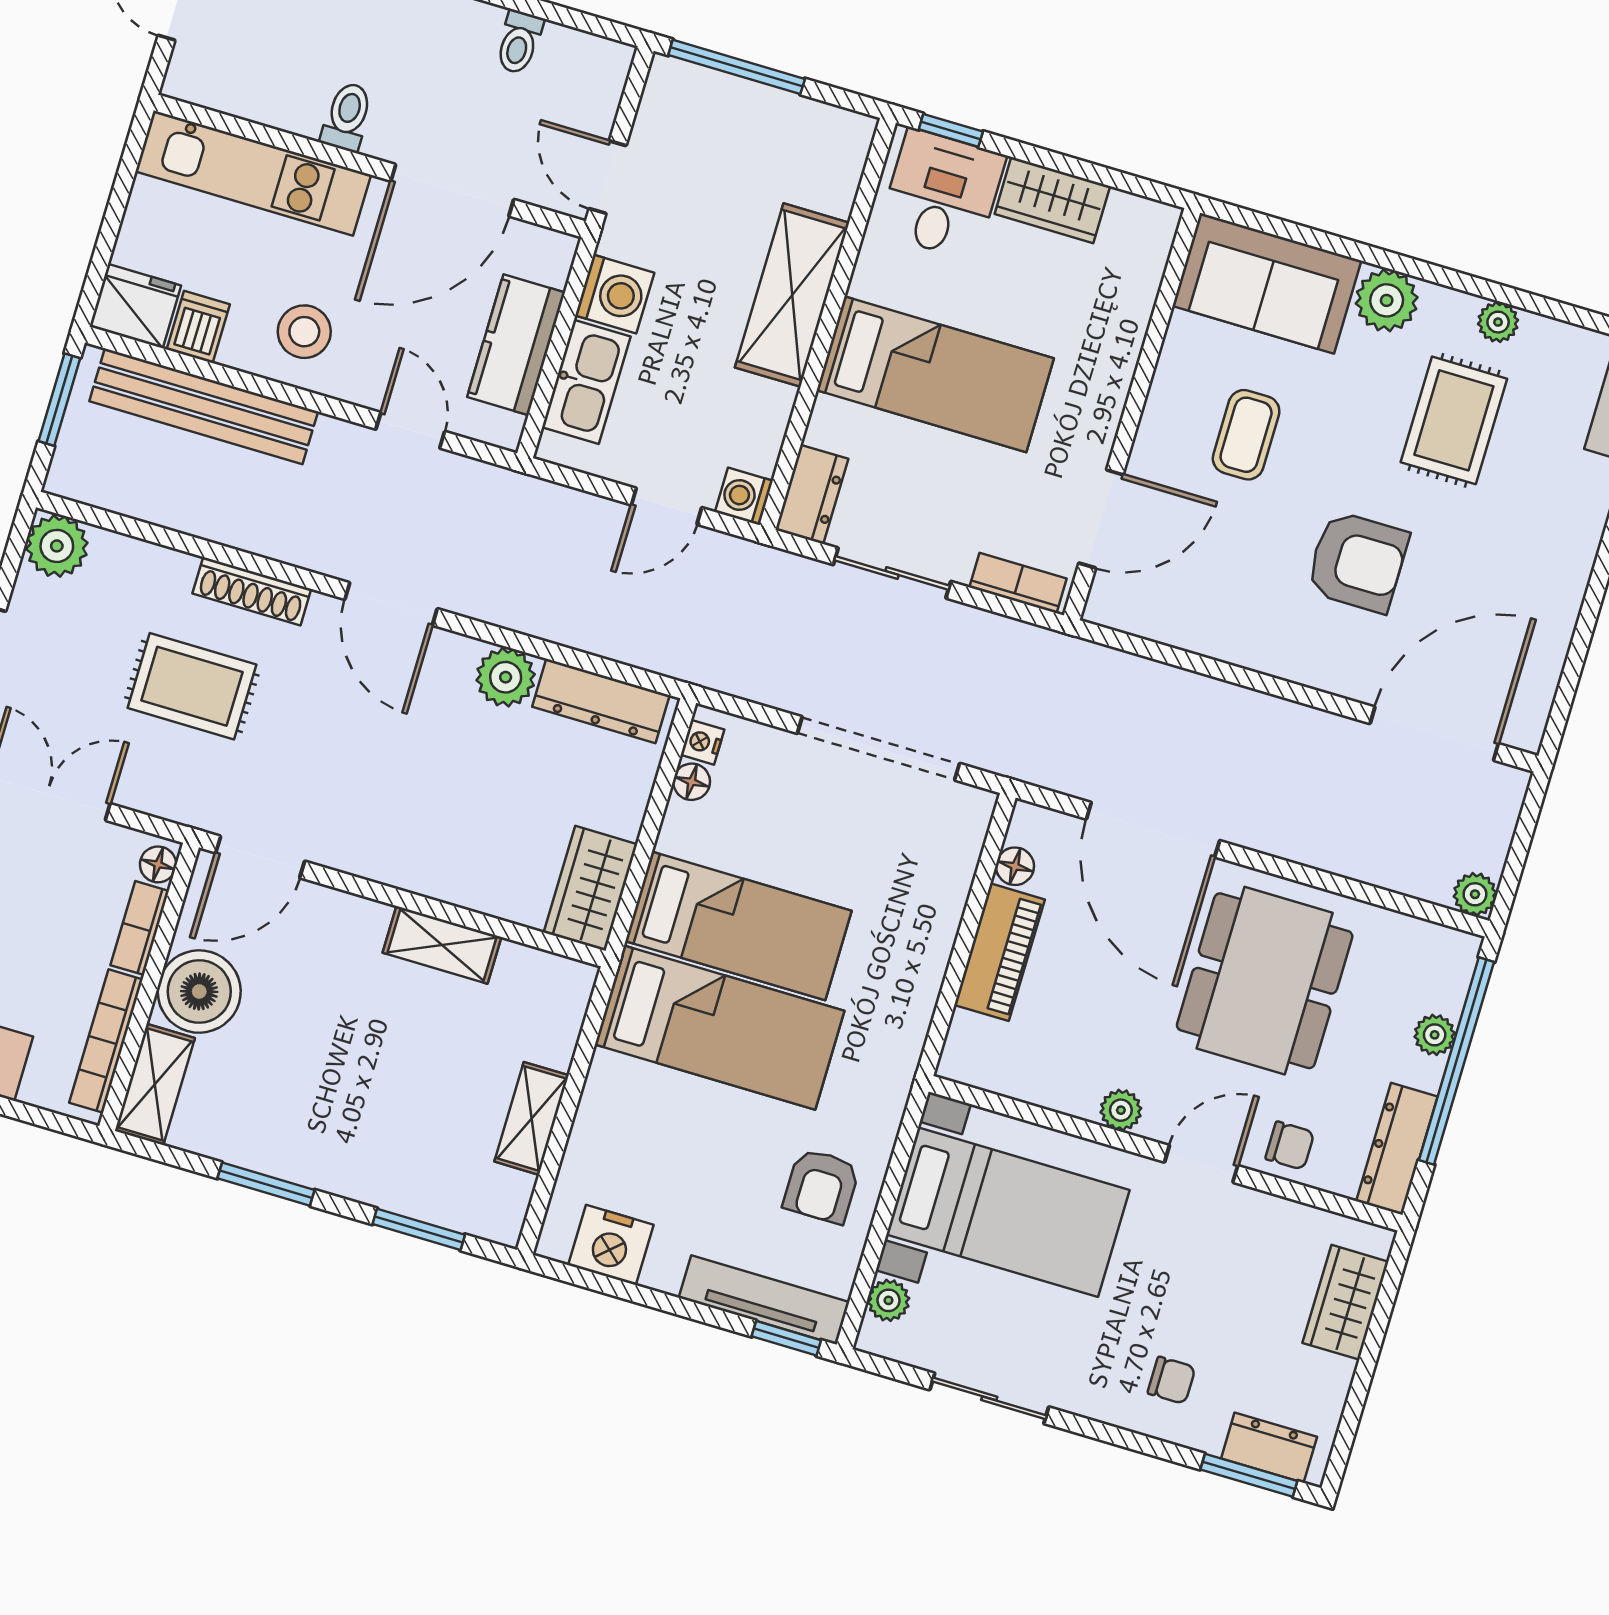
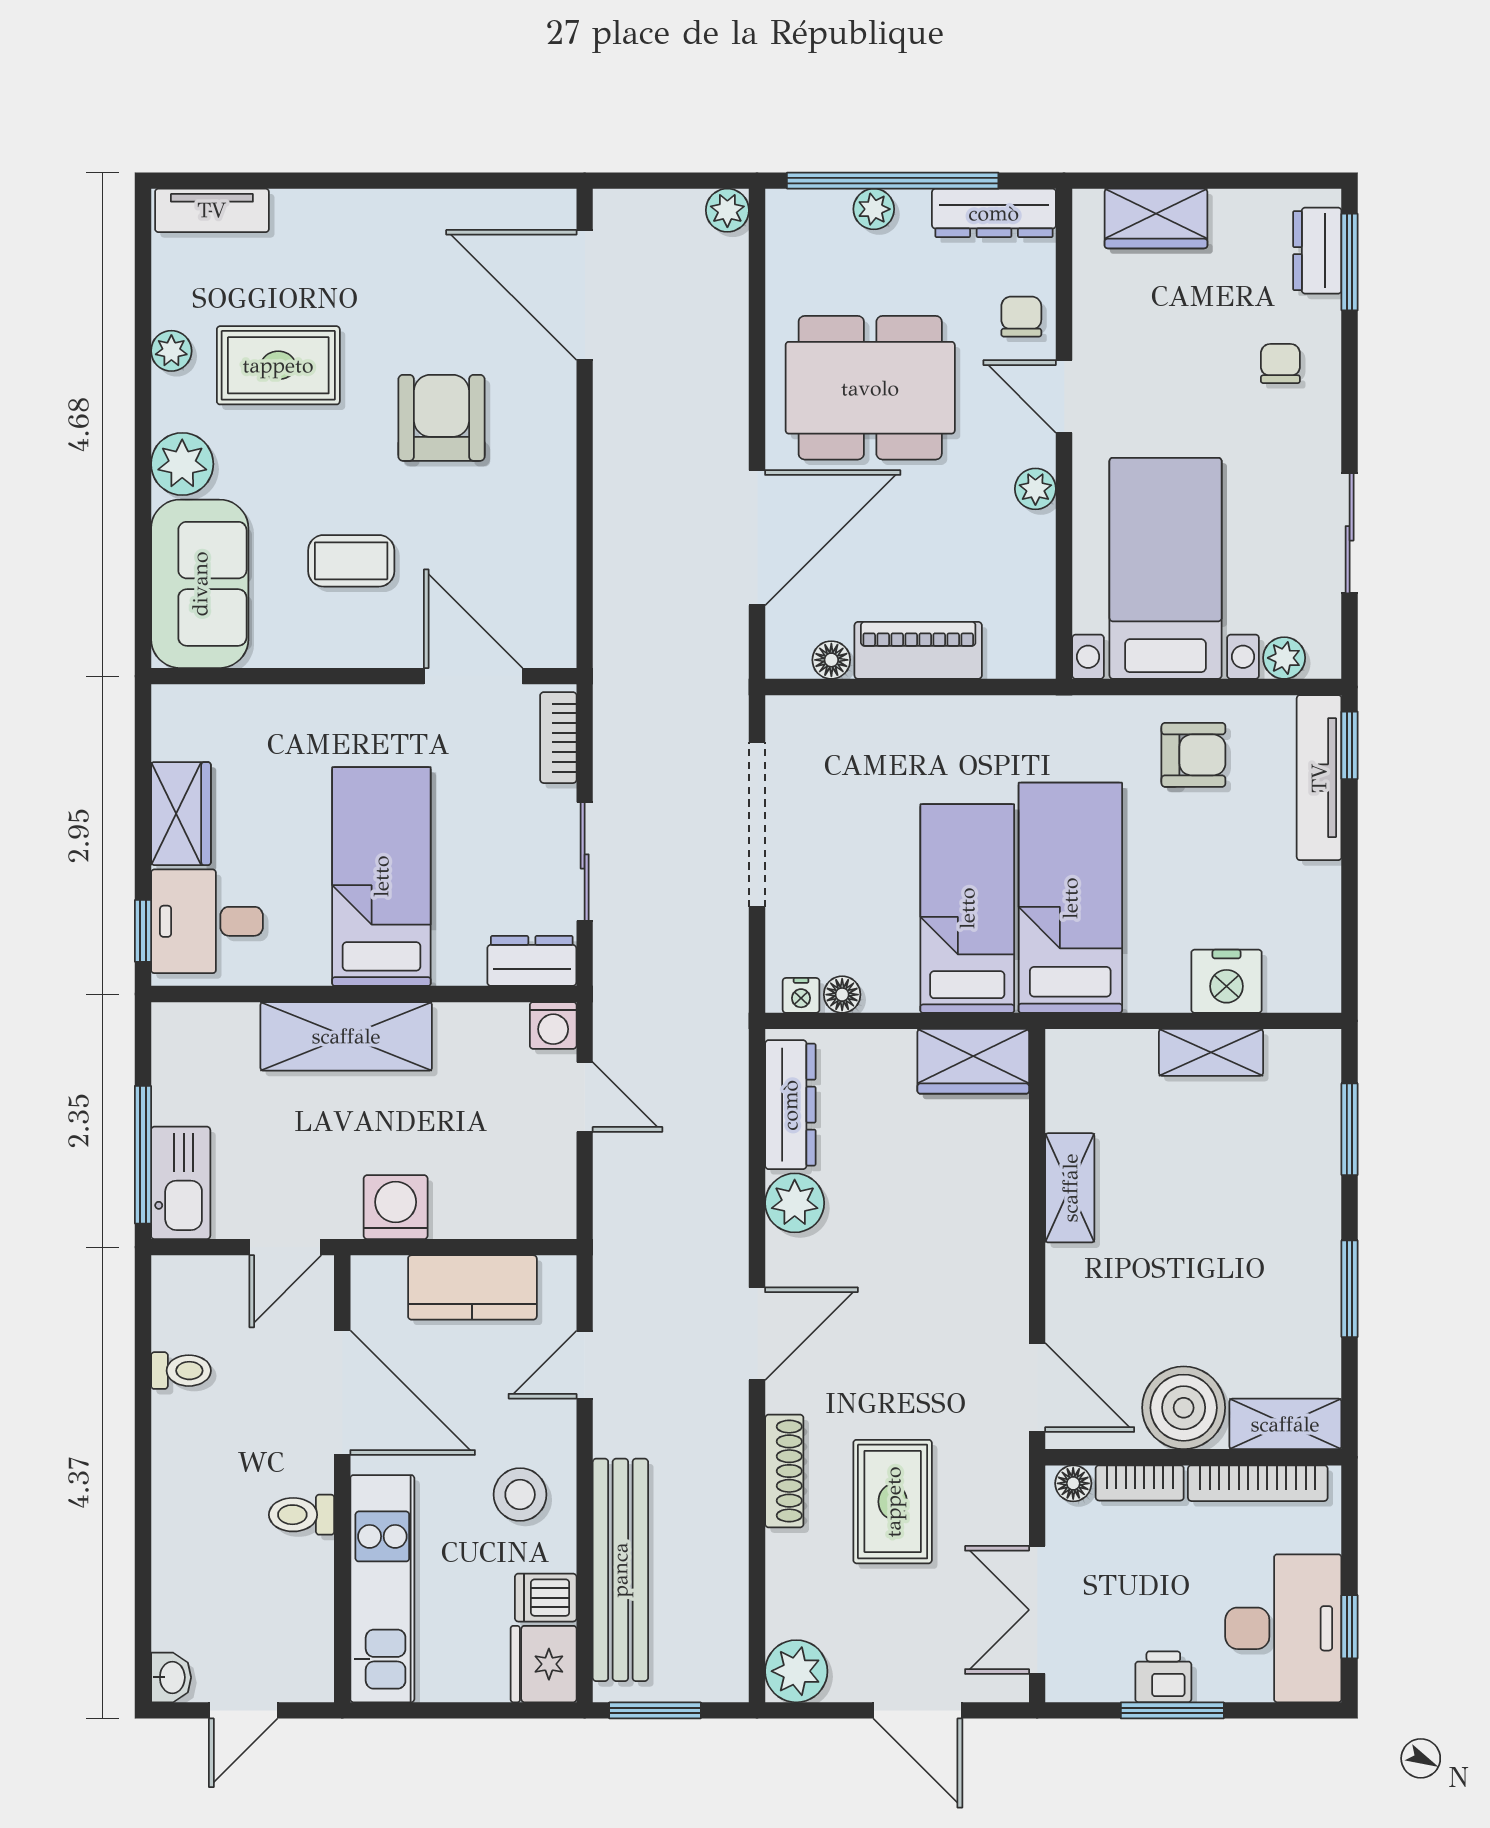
kitchen sink: (586, 382) -> (181, 1183), moved, turned 90
nightstand: (611, 1245) -> (1227, 981), moved, turned 90

